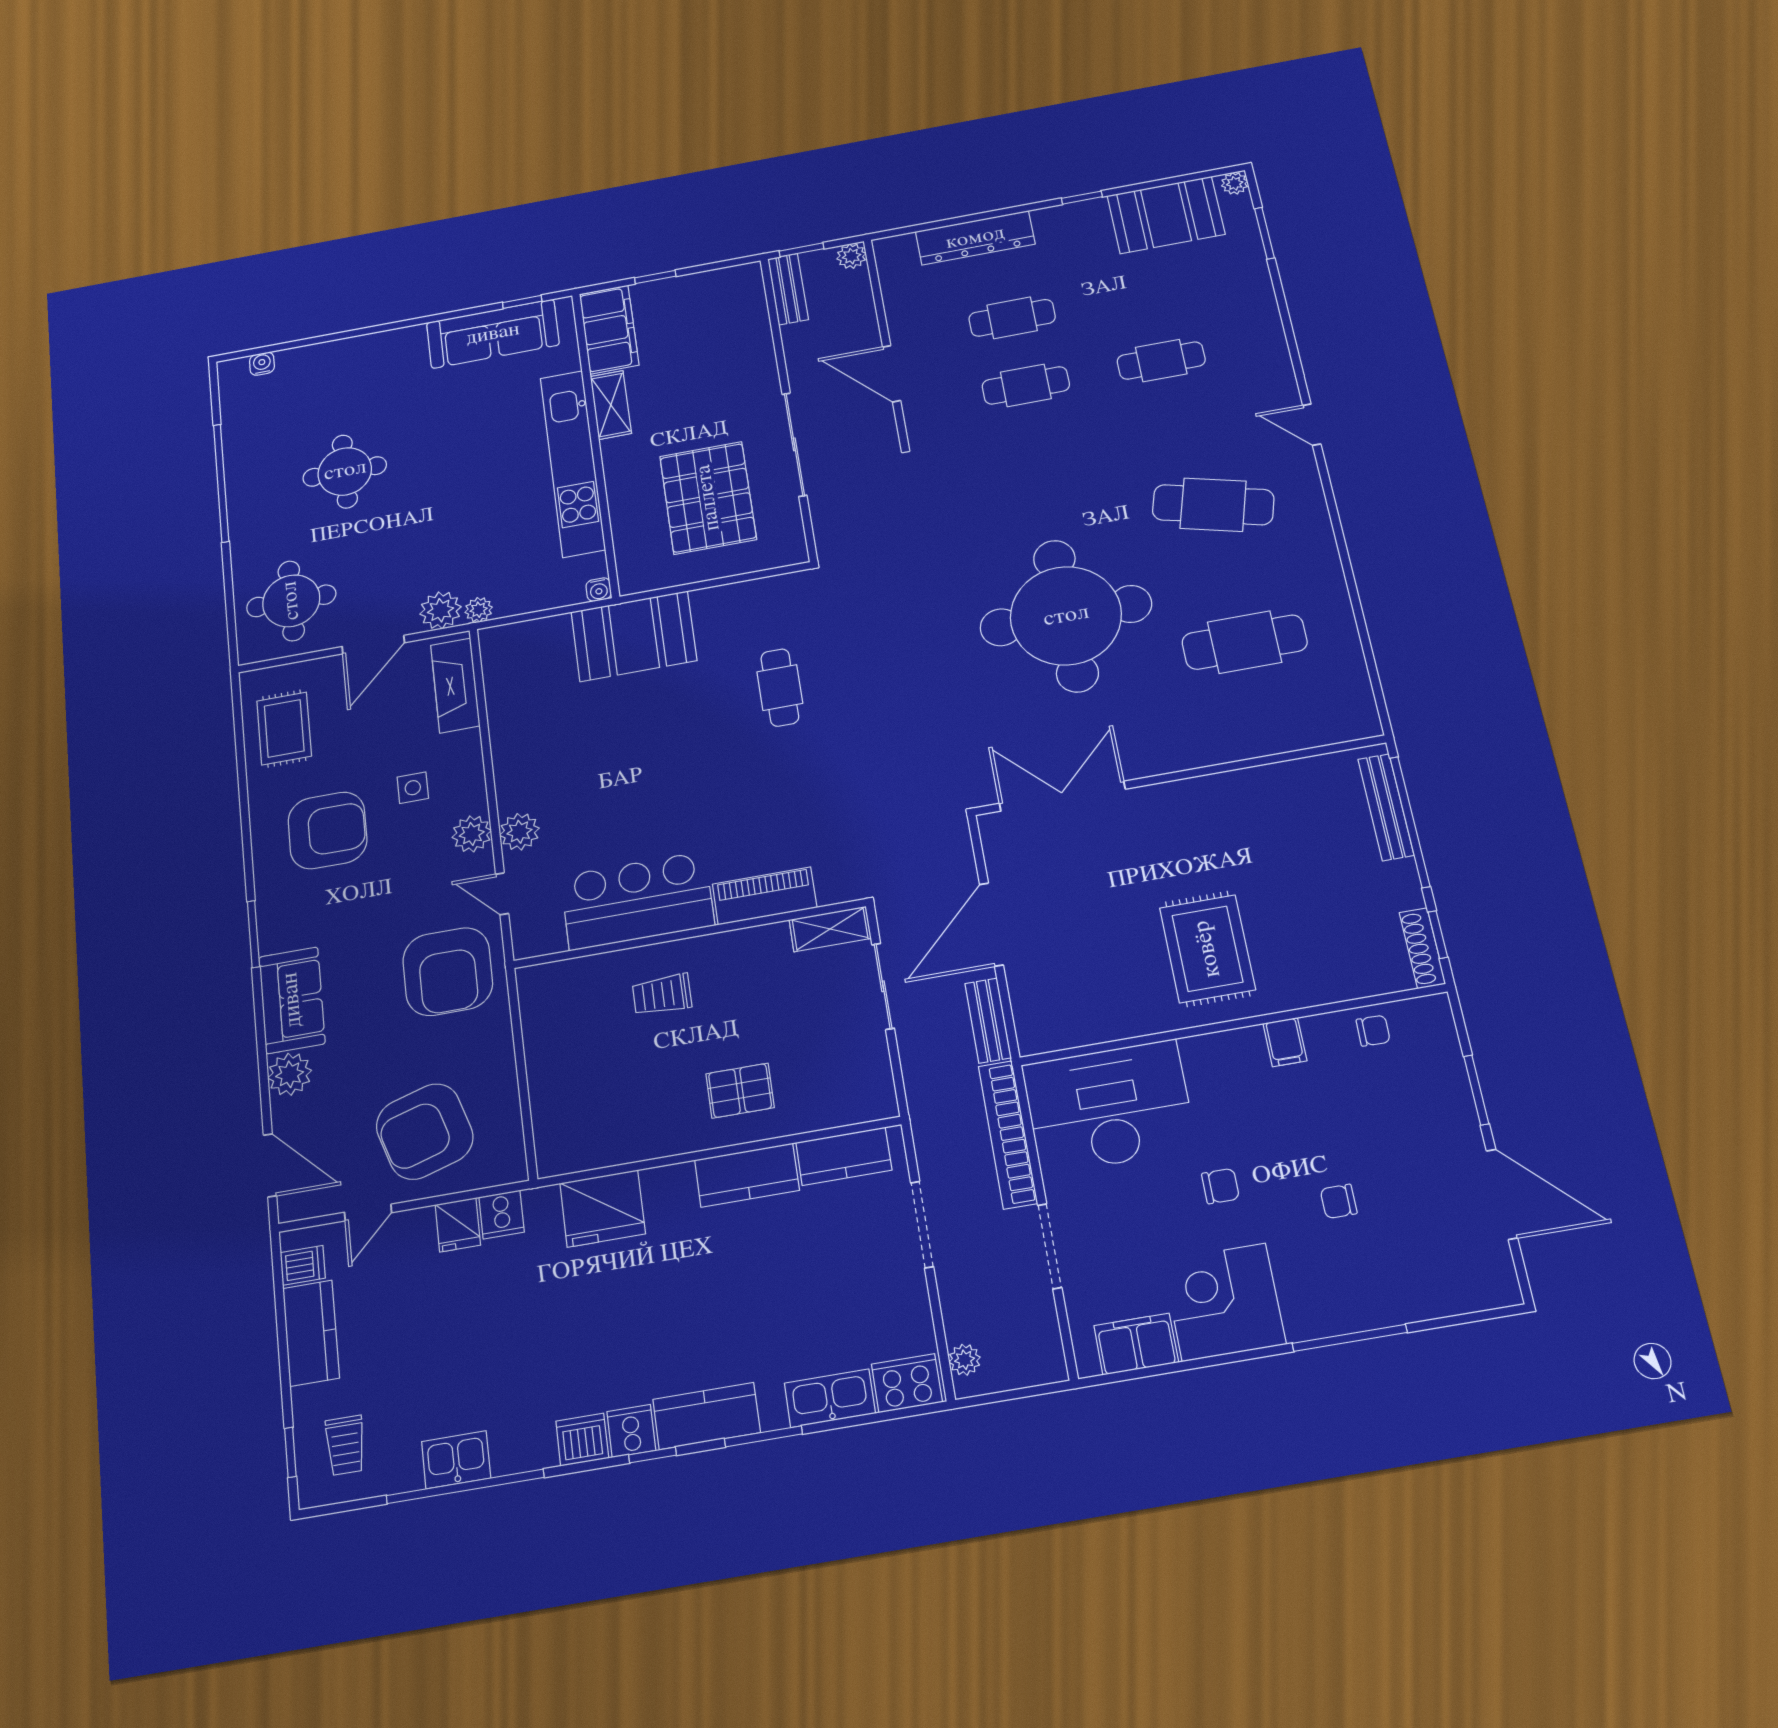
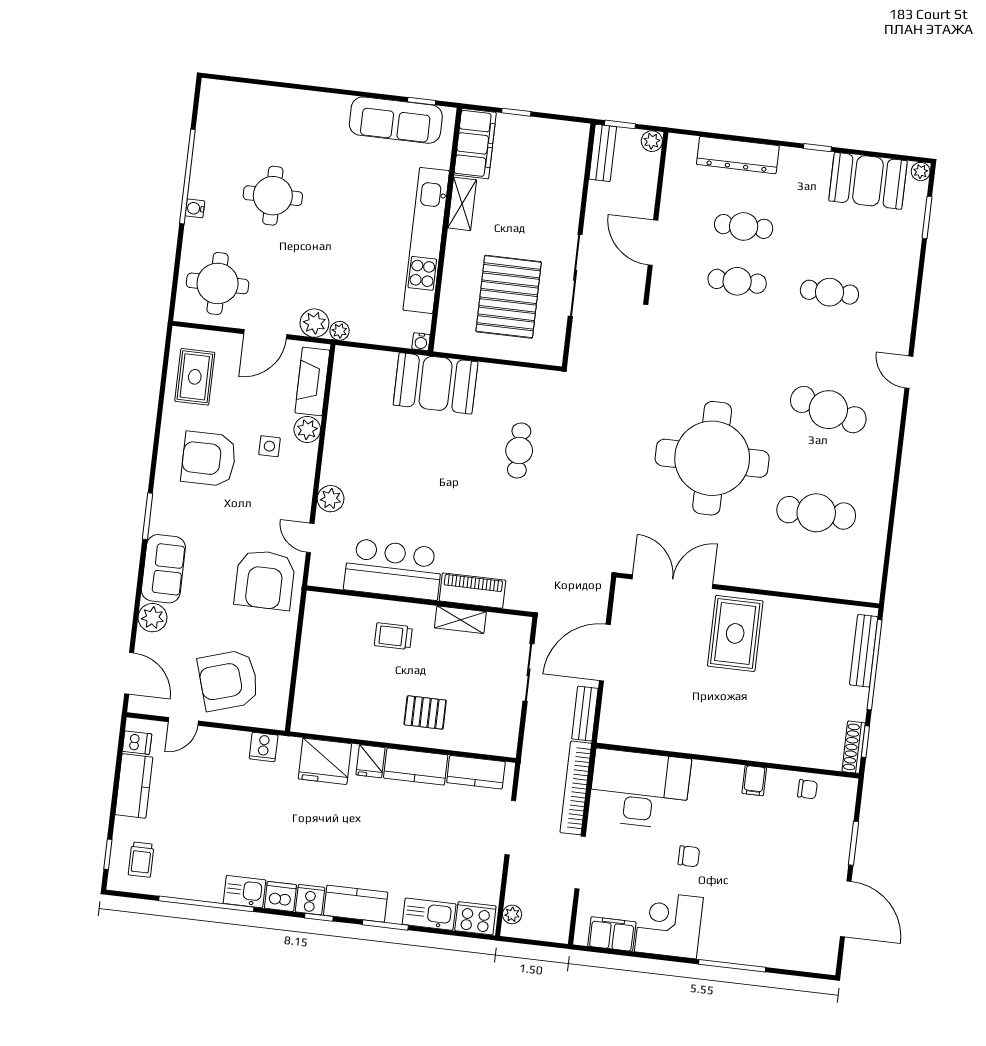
water cooler: (262, 364) -> (195, 208), moved, turned -90
armchair: (327, 830) -> (209, 459), turned 180
plant: (472, 834) -> (307, 430), moved
shelving: (830, 929) -> (460, 620), moved
rug: (1207, 949) -> (735, 633), moved
chair: (1339, 1201) -> (753, 885), removed
fridge: (458, 1225) -> (371, 761), moved
kitchen sink: (456, 1460) -> (244, 892), moved

